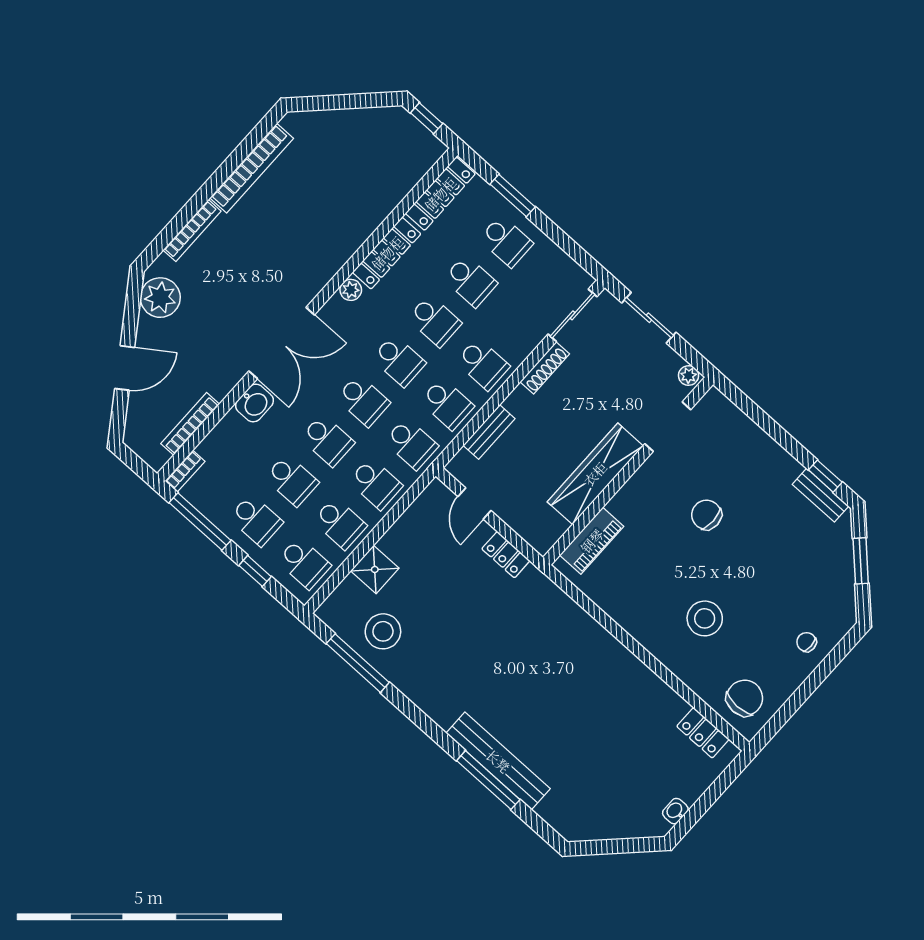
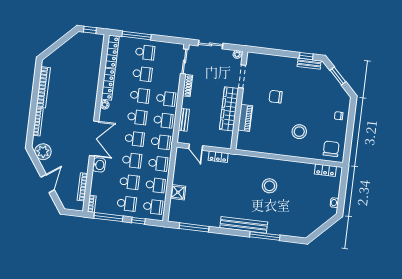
window: (513, 195) -> (137, 35), width x1.44
piano: (592, 541) -> (245, 118), moved
stool: (383, 631) -> (269, 186), moved
bench: (498, 761) -> (244, 225), moved

